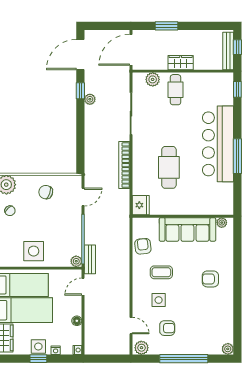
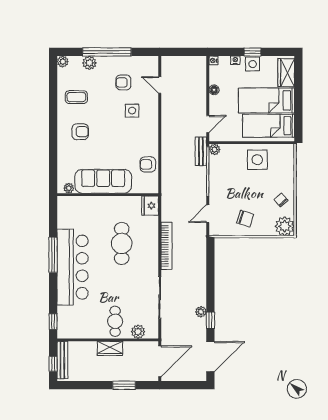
armchair: (143, 246) -> (148, 164), turned 96
coffee table: (161, 272) -> (76, 97), moved
plant: (141, 348) -> (89, 63), moved

